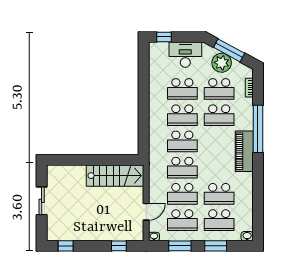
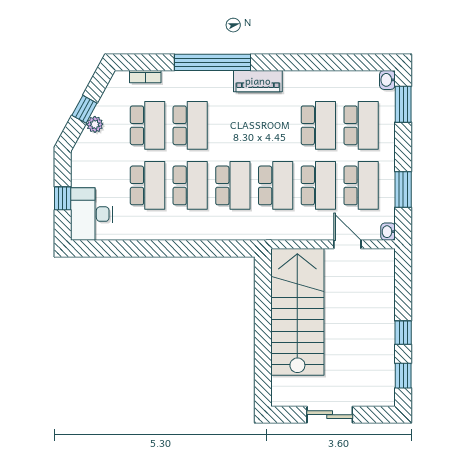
window: (164, 37) -> (63, 198), moved
window: (229, 50) -> (84, 109), width x0.46
desk: (185, 55) -> (91, 214), moved
plant: (222, 63) -> (95, 124), width x0.53, depth x0.53
piano: (244, 151) -> (258, 81), width x0.73, depth x0.75
stairs: (115, 176) -> (297, 312), width x1.36, depth x1.51
window: (119, 246) -> (403, 333), moved
window: (216, 246) -> (403, 104), moved

